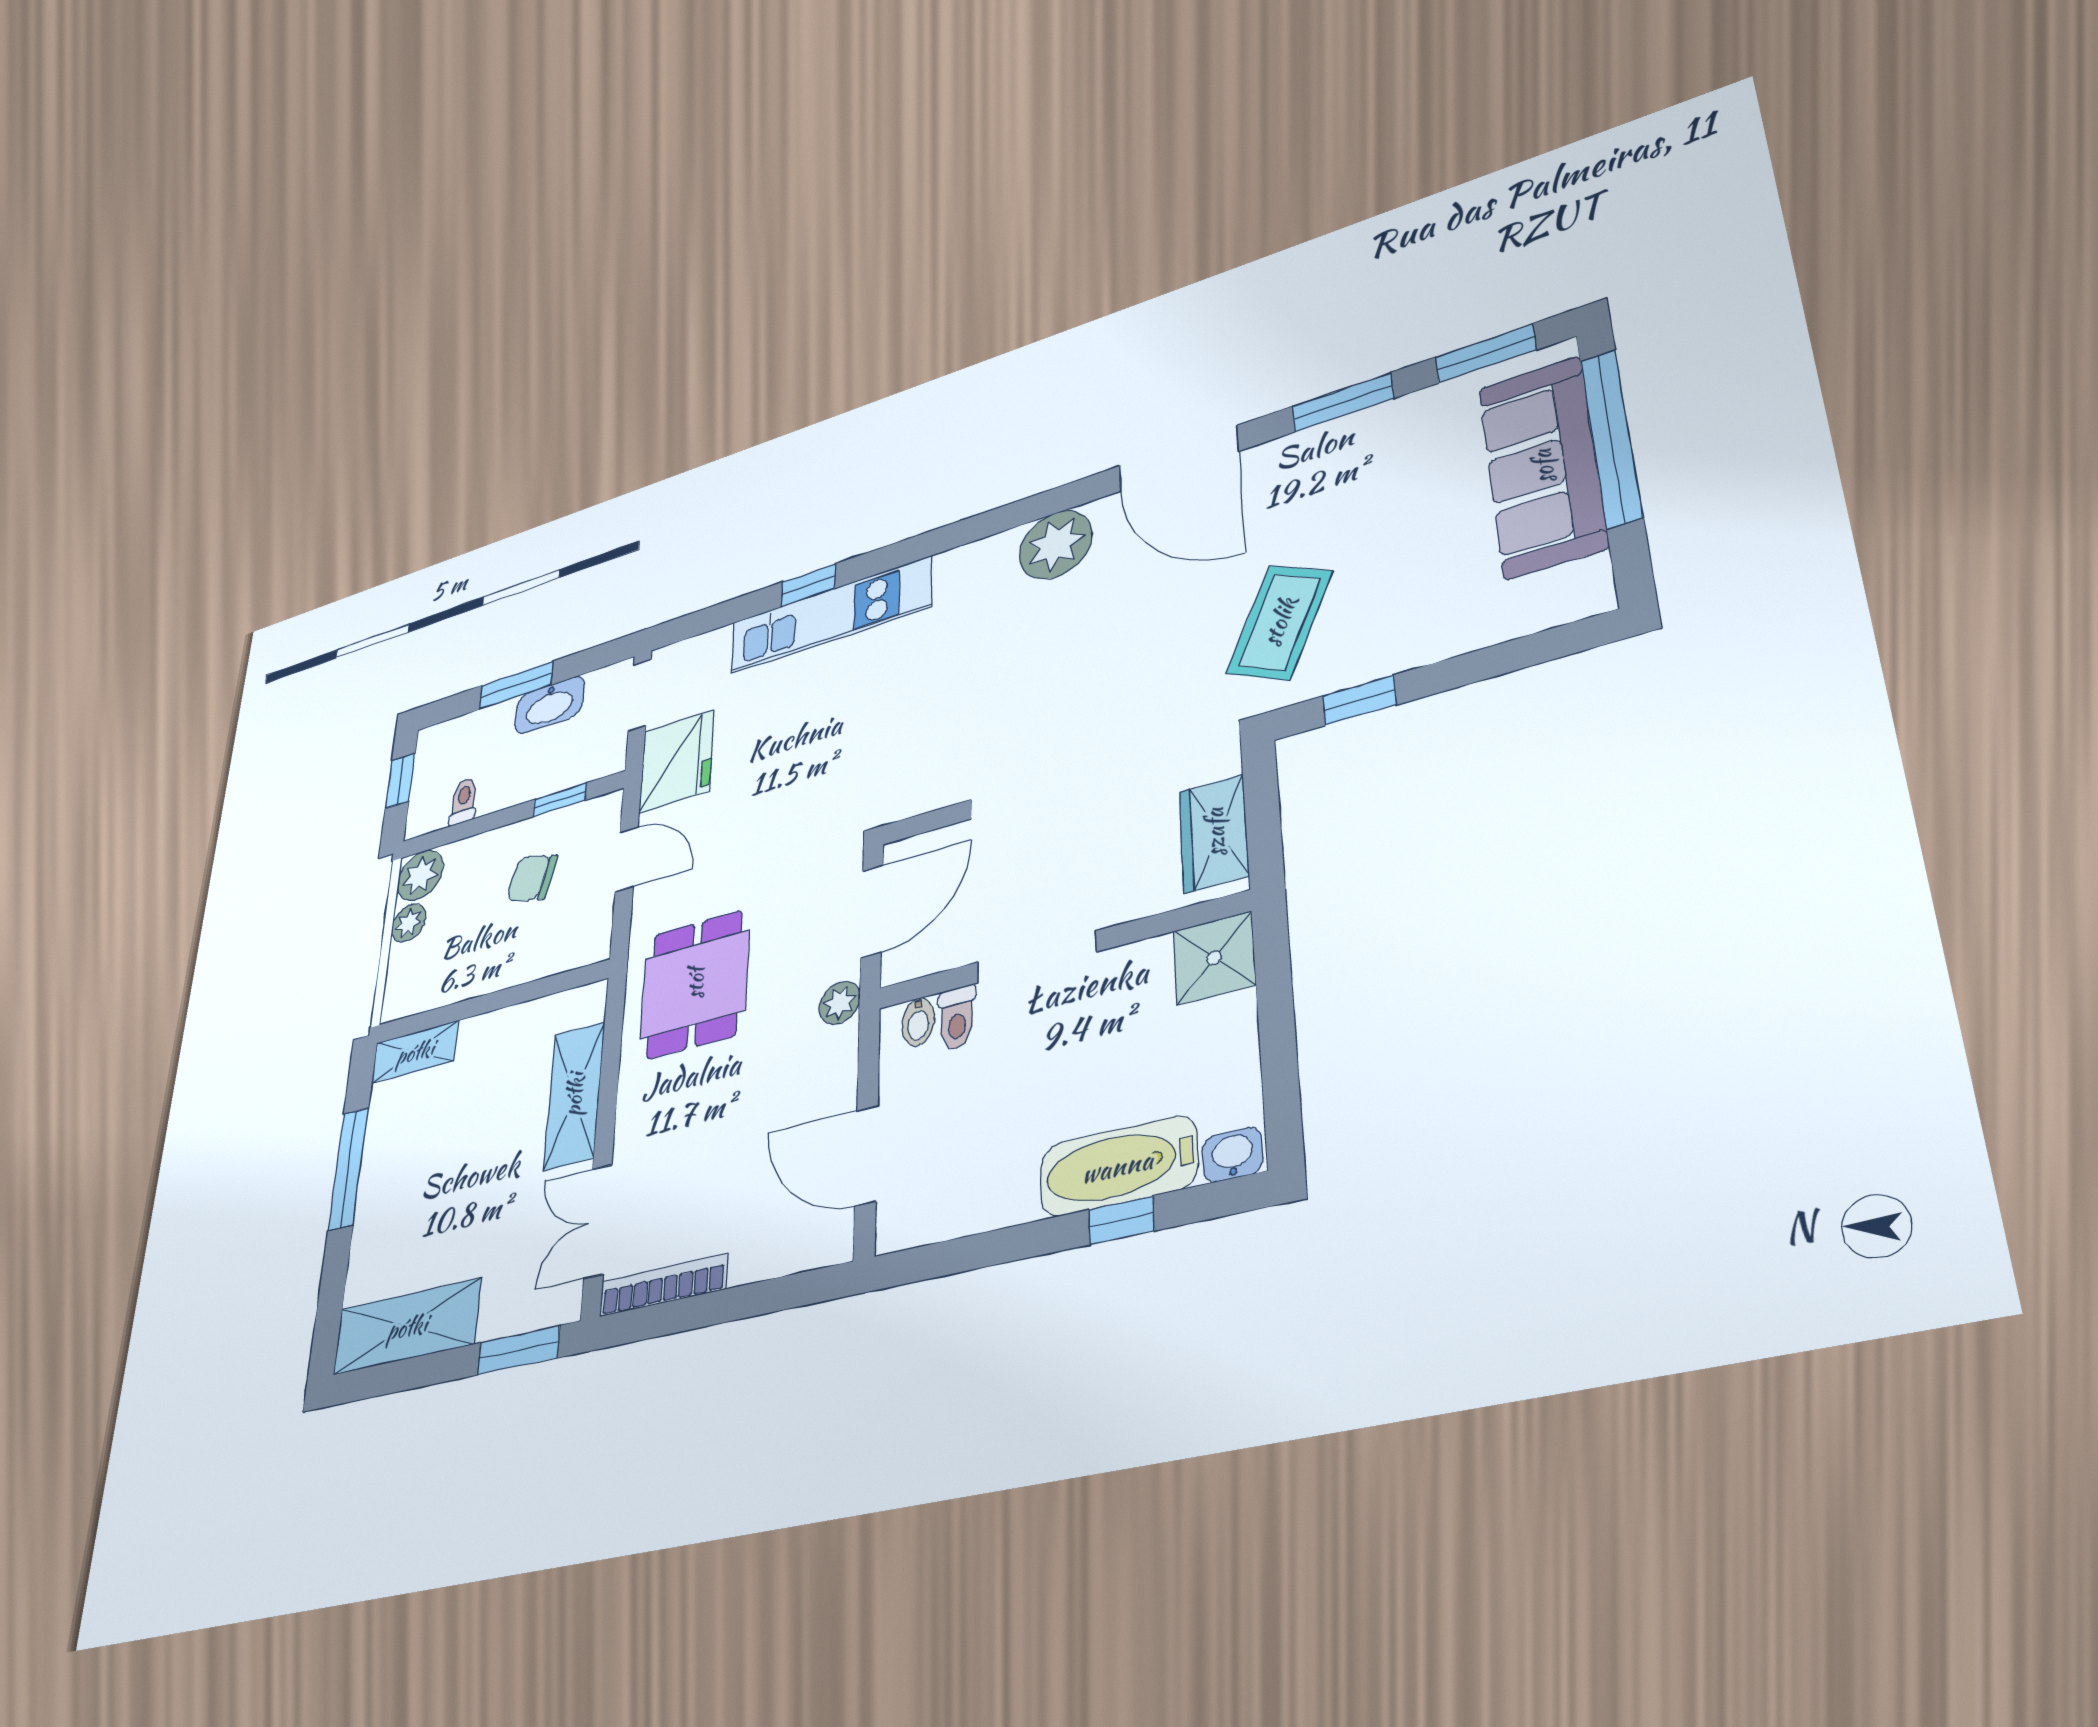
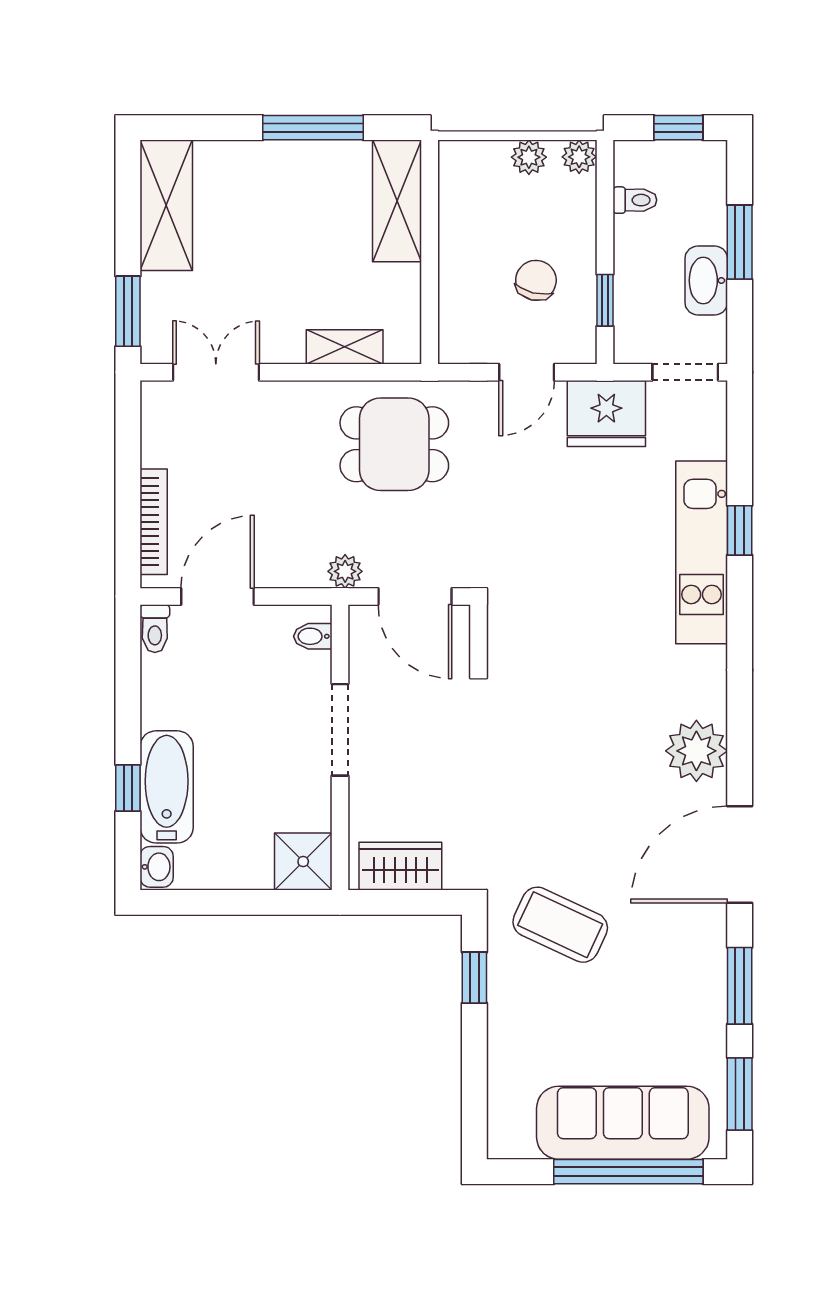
plant: (420, 876) -> (579, 157), width x0.73, depth x0.73
toilet: (957, 1018) -> (155, 629), moved, turned -90
shelving: (415, 1052) -> (397, 201), width x1.50, depth x1.33
shelving: (574, 1096) -> (345, 347), width x0.67, depth x0.75
bookcase: (663, 1285) -> (154, 522), moved

